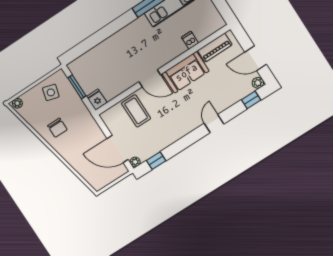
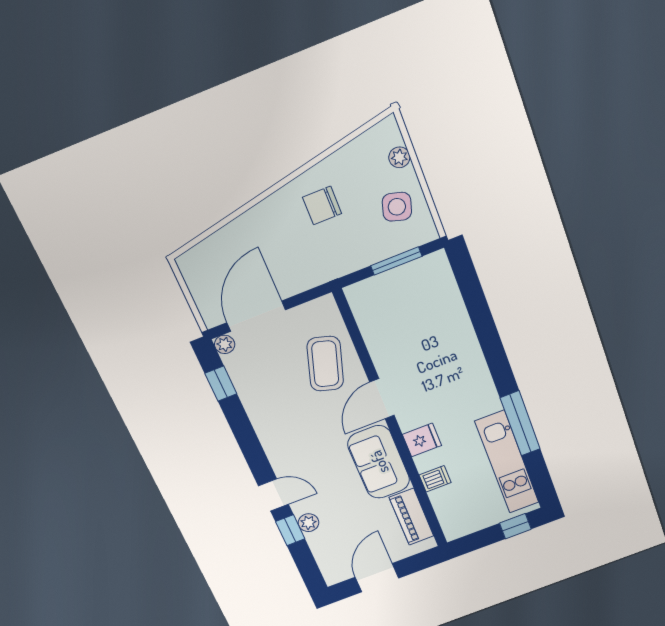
plant: (258, 83) -> (308, 523), moved
fridge: (97, 100) -> (422, 440), moved
window: (251, 100) -> (290, 530), moved
plant: (17, 103) -> (399, 157), moved
coffee table: (136, 111) -> (325, 364), turned -73

